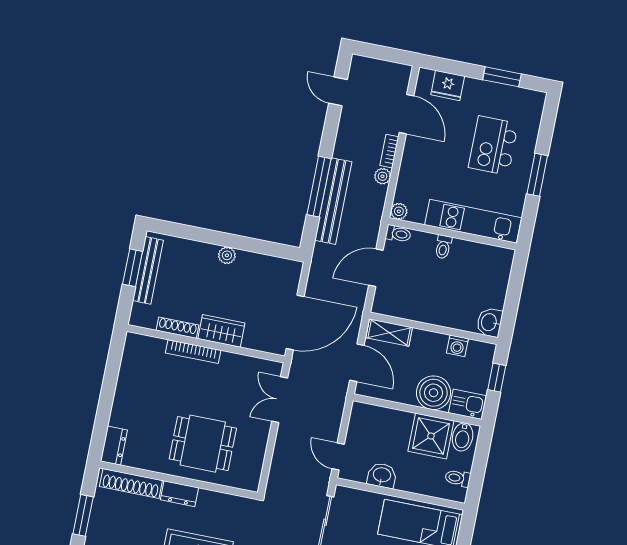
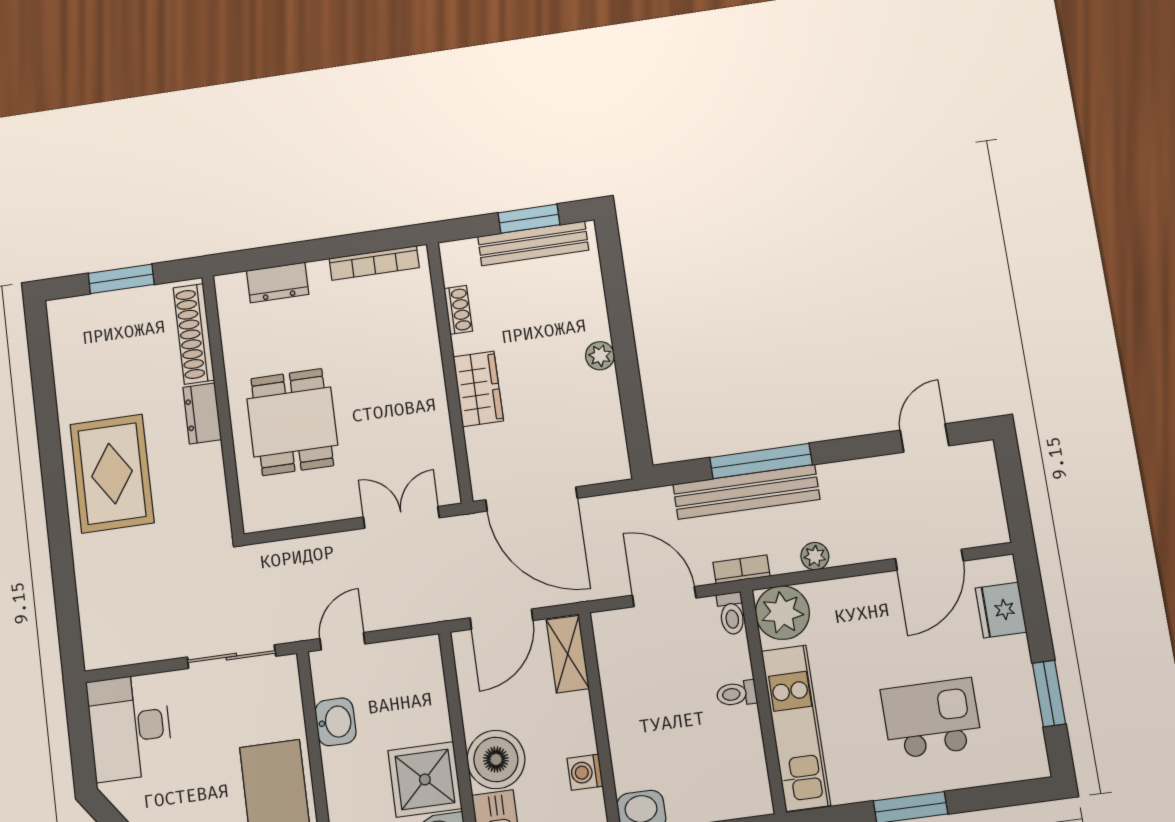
bookcase: (389, 151) -> (741, 569), moved
plant: (399, 211) -> (782, 613), width x1.88, depth x1.88
shoe rack: (177, 328) -> (458, 310), width x0.70
bookcase: (193, 352) -> (374, 263), moved, turned -90
dresser: (114, 446) -> (278, 283), moved

